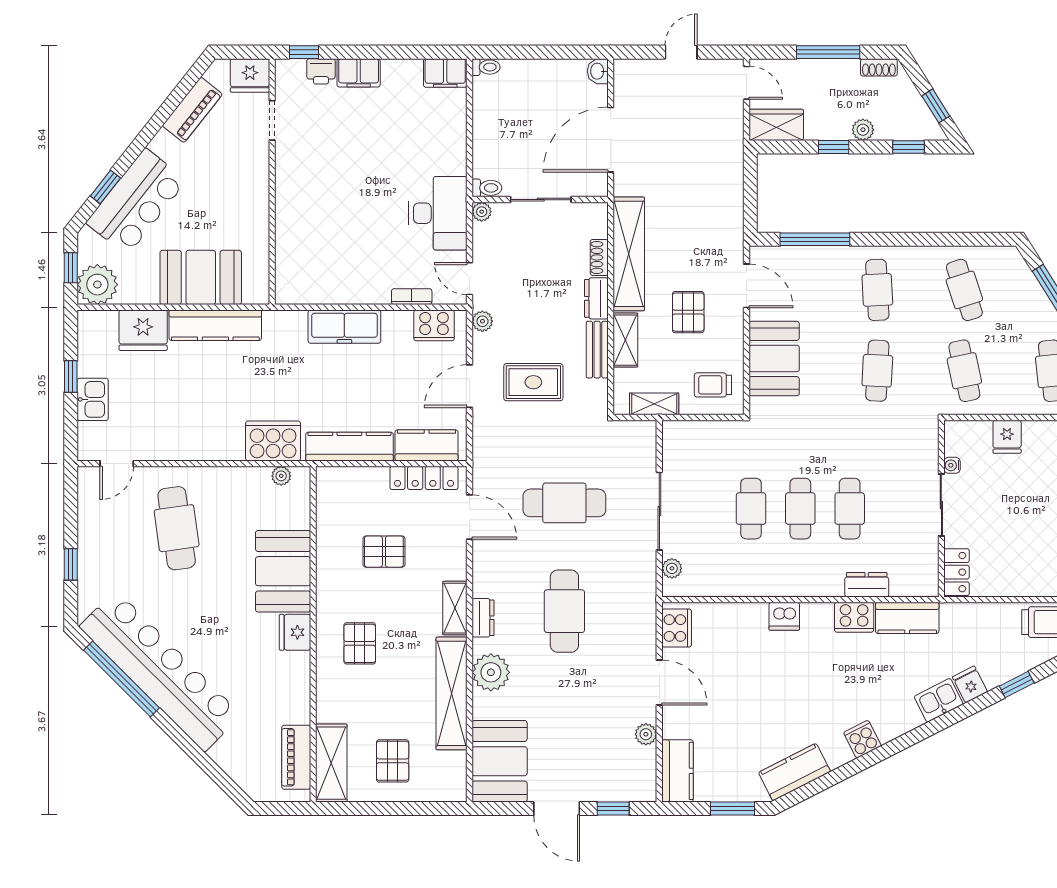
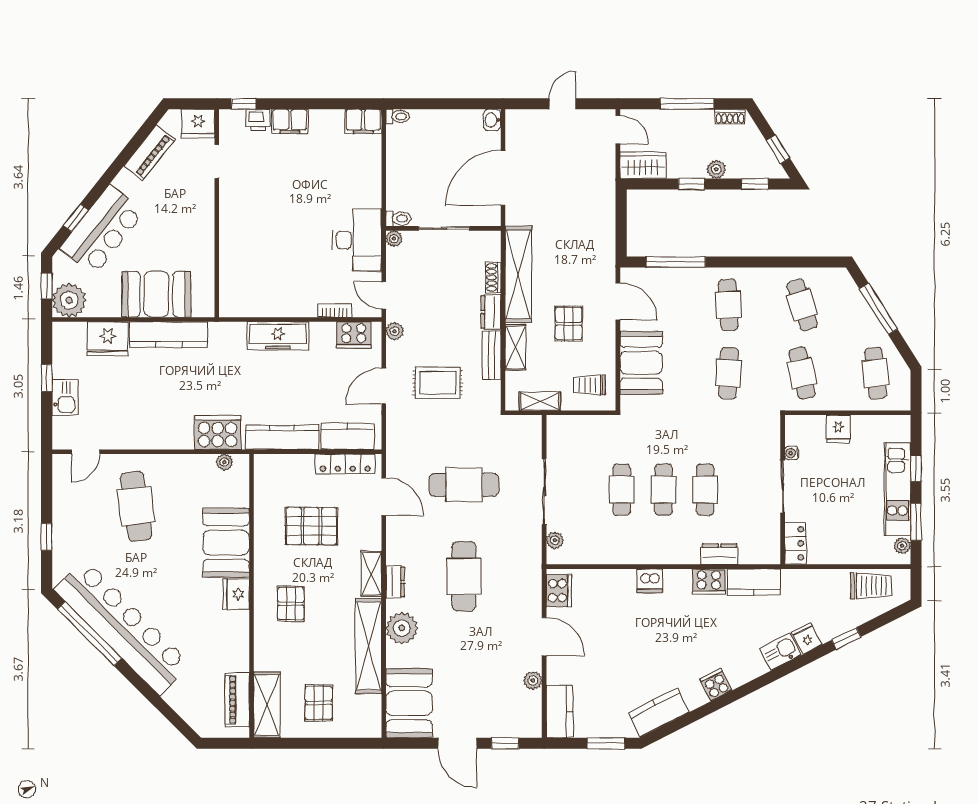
pallet: (384, 552) -> (311, 526), width x1.50, depth x1.42

